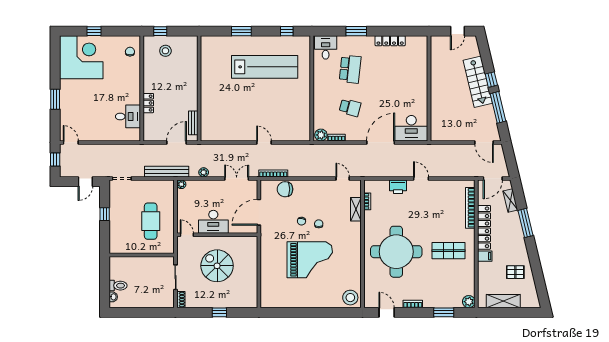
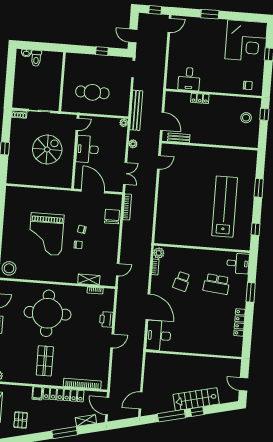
lab bench: (265, 67) -> (225, 207), turned 180
door: (264, 142) -> (159, 162), moved

